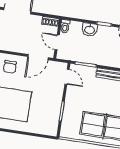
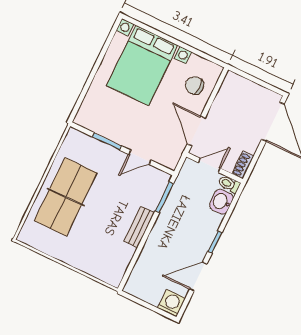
washbasin: (90, 30) -> (221, 202), moved
door: (67, 77) -> (140, 157), moved

